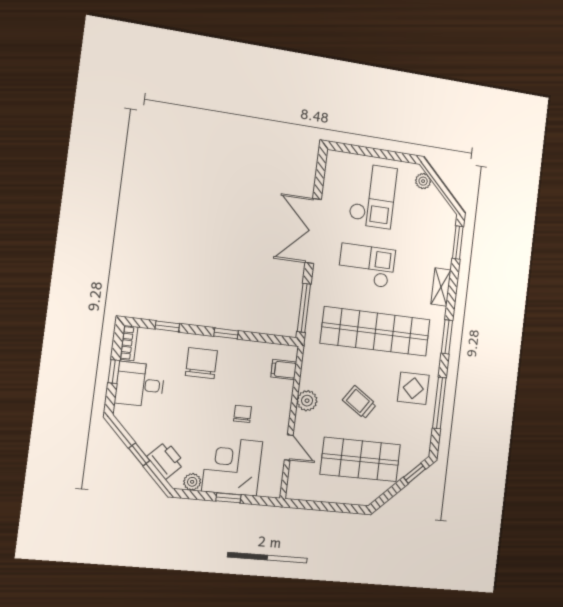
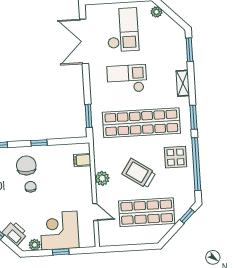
double door: (313, 231) -> (84, 41), moved
window: (304, 308) -> (88, 116), width x0.69
trolley: (359, 402) -> (139, 173), width x1.36, depth x1.39
window: (439, 403) -> (196, 164), width x1.46
chair: (243, 414) -> (31, 187), moved

